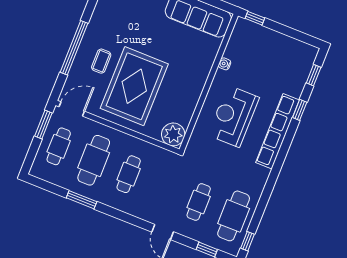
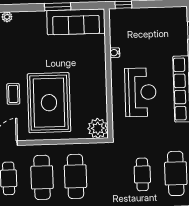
reception desk: (233, 116) -> (141, 92), turned 180
cafe table: (129, 174) -> (75, 176), width x1.37, depth x1.35

